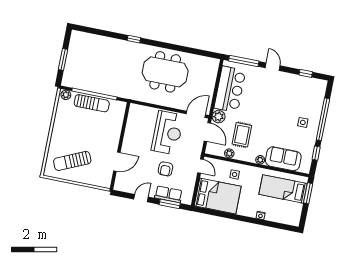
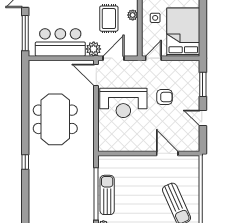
reception desk: (167, 133) -> (123, 103), turned 180
rug: (242, 135) -> (109, 19), turned 90
plant: (229, 153) -> (133, 15), moved
row of seats: (169, 194) -> (192, 88), removed

